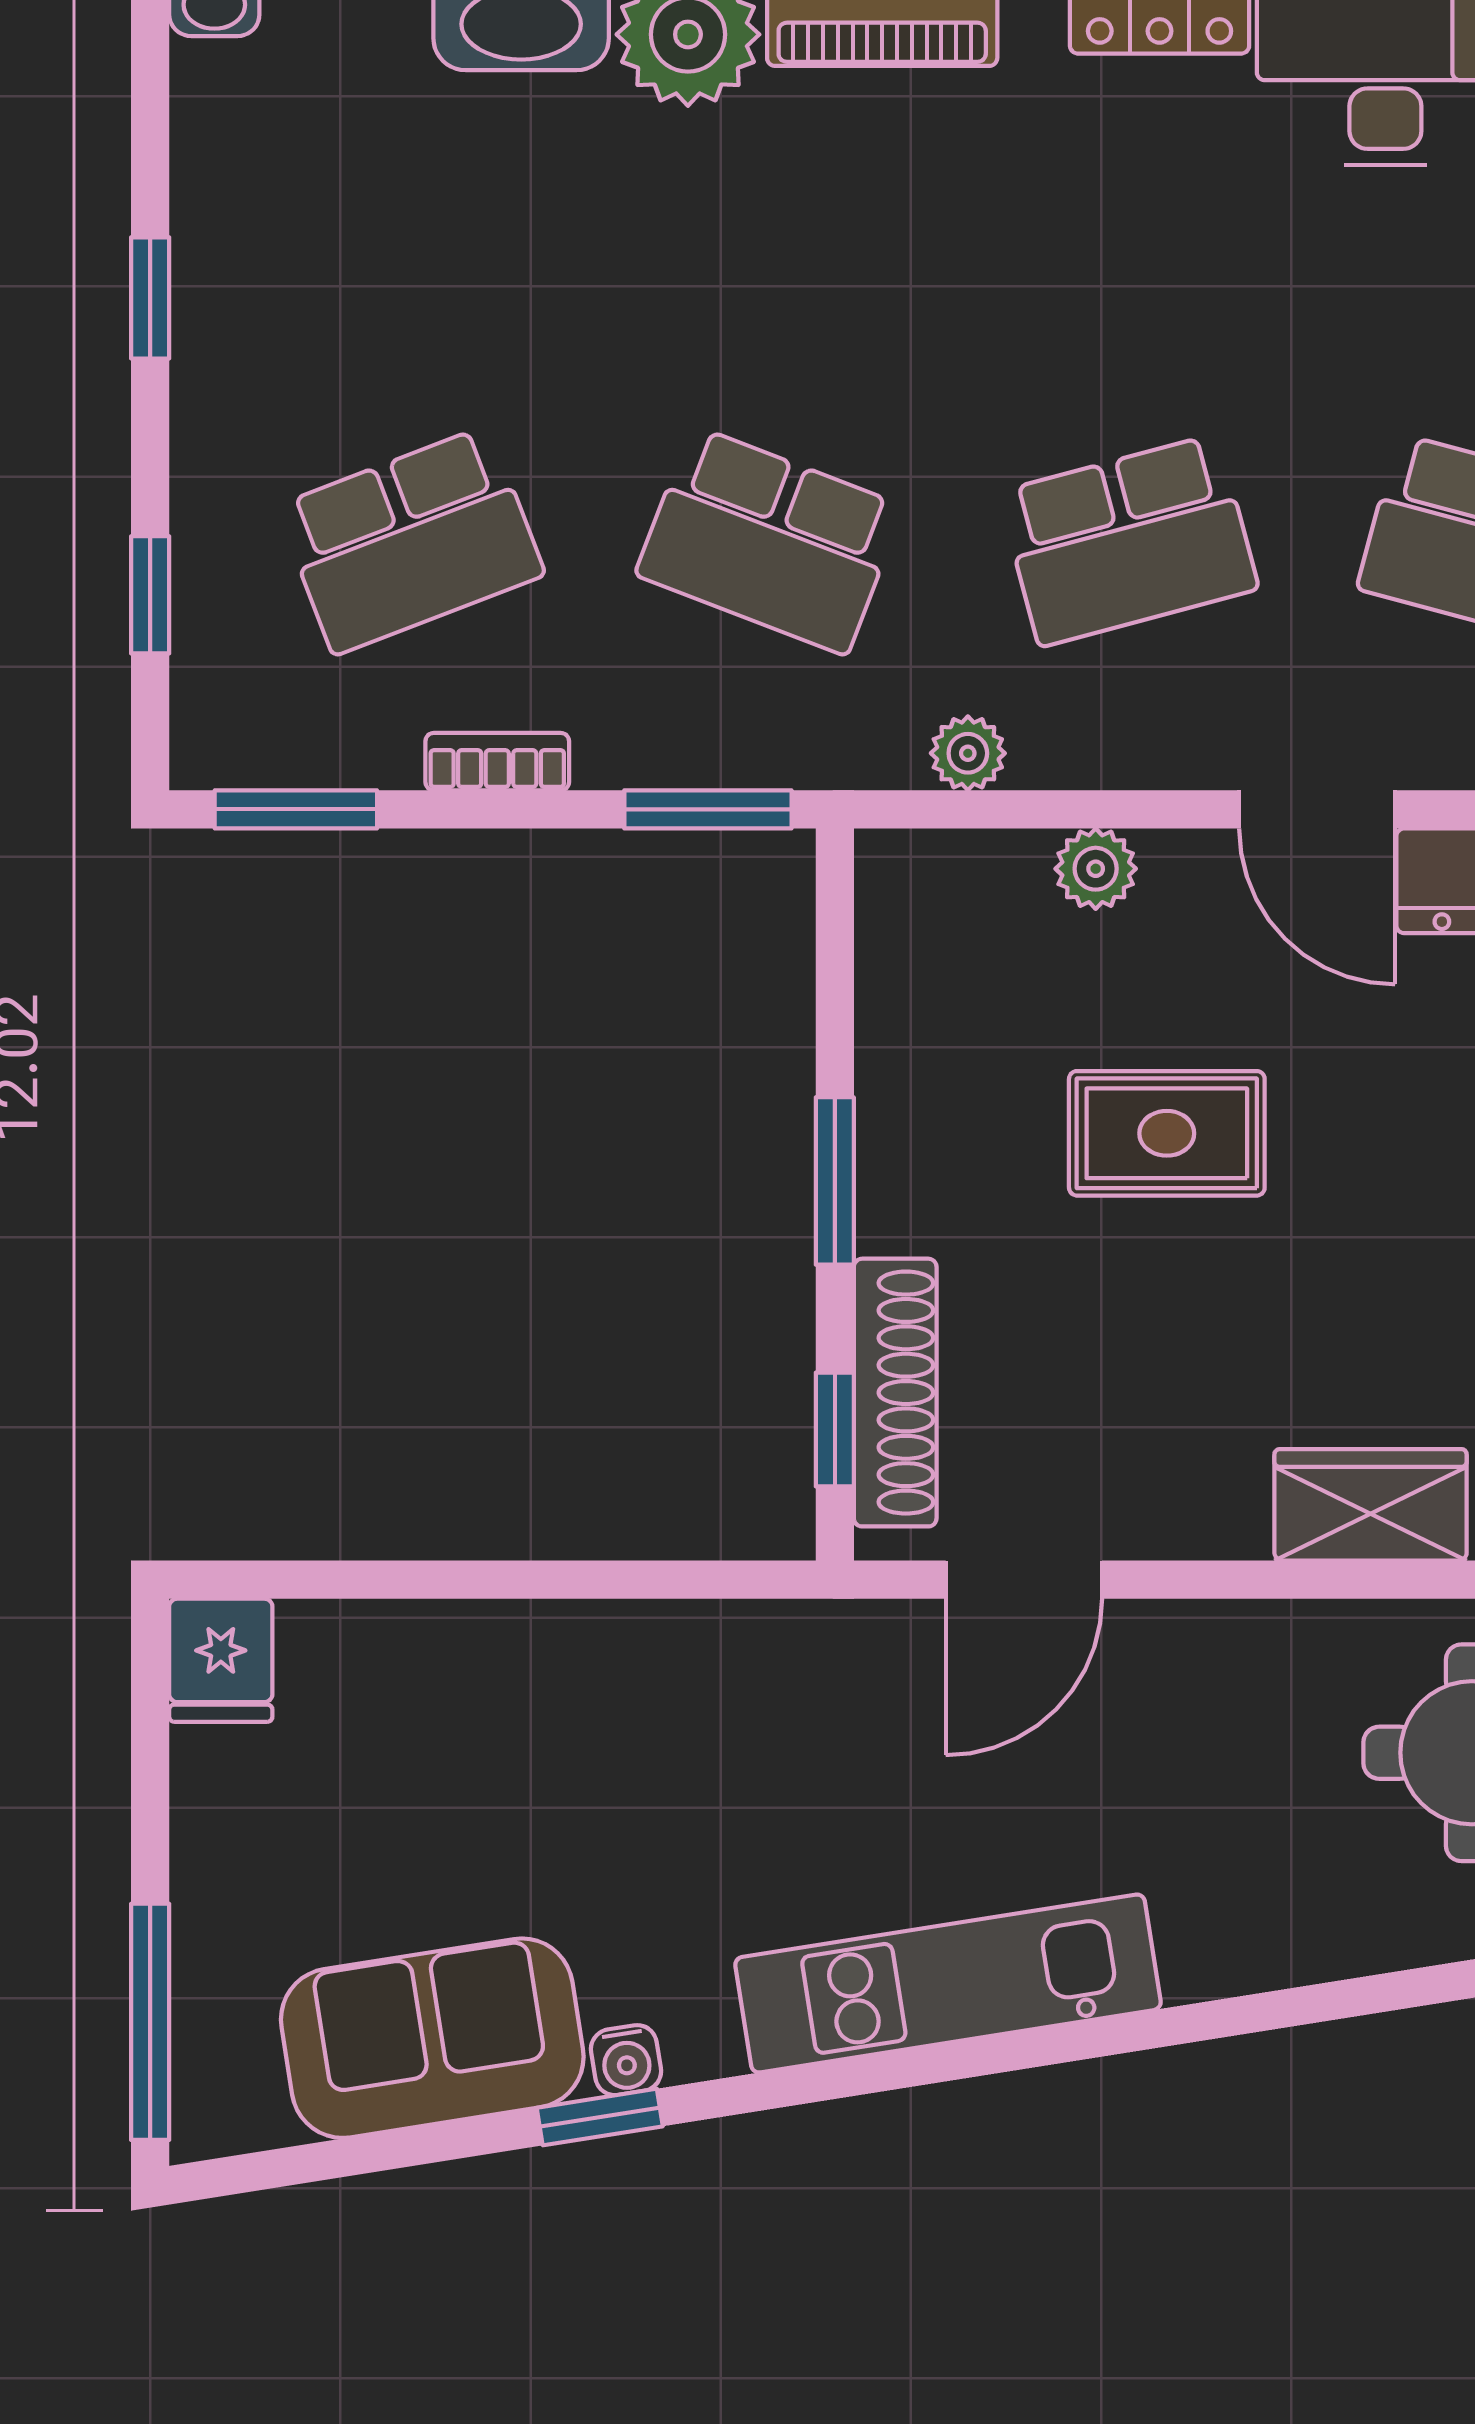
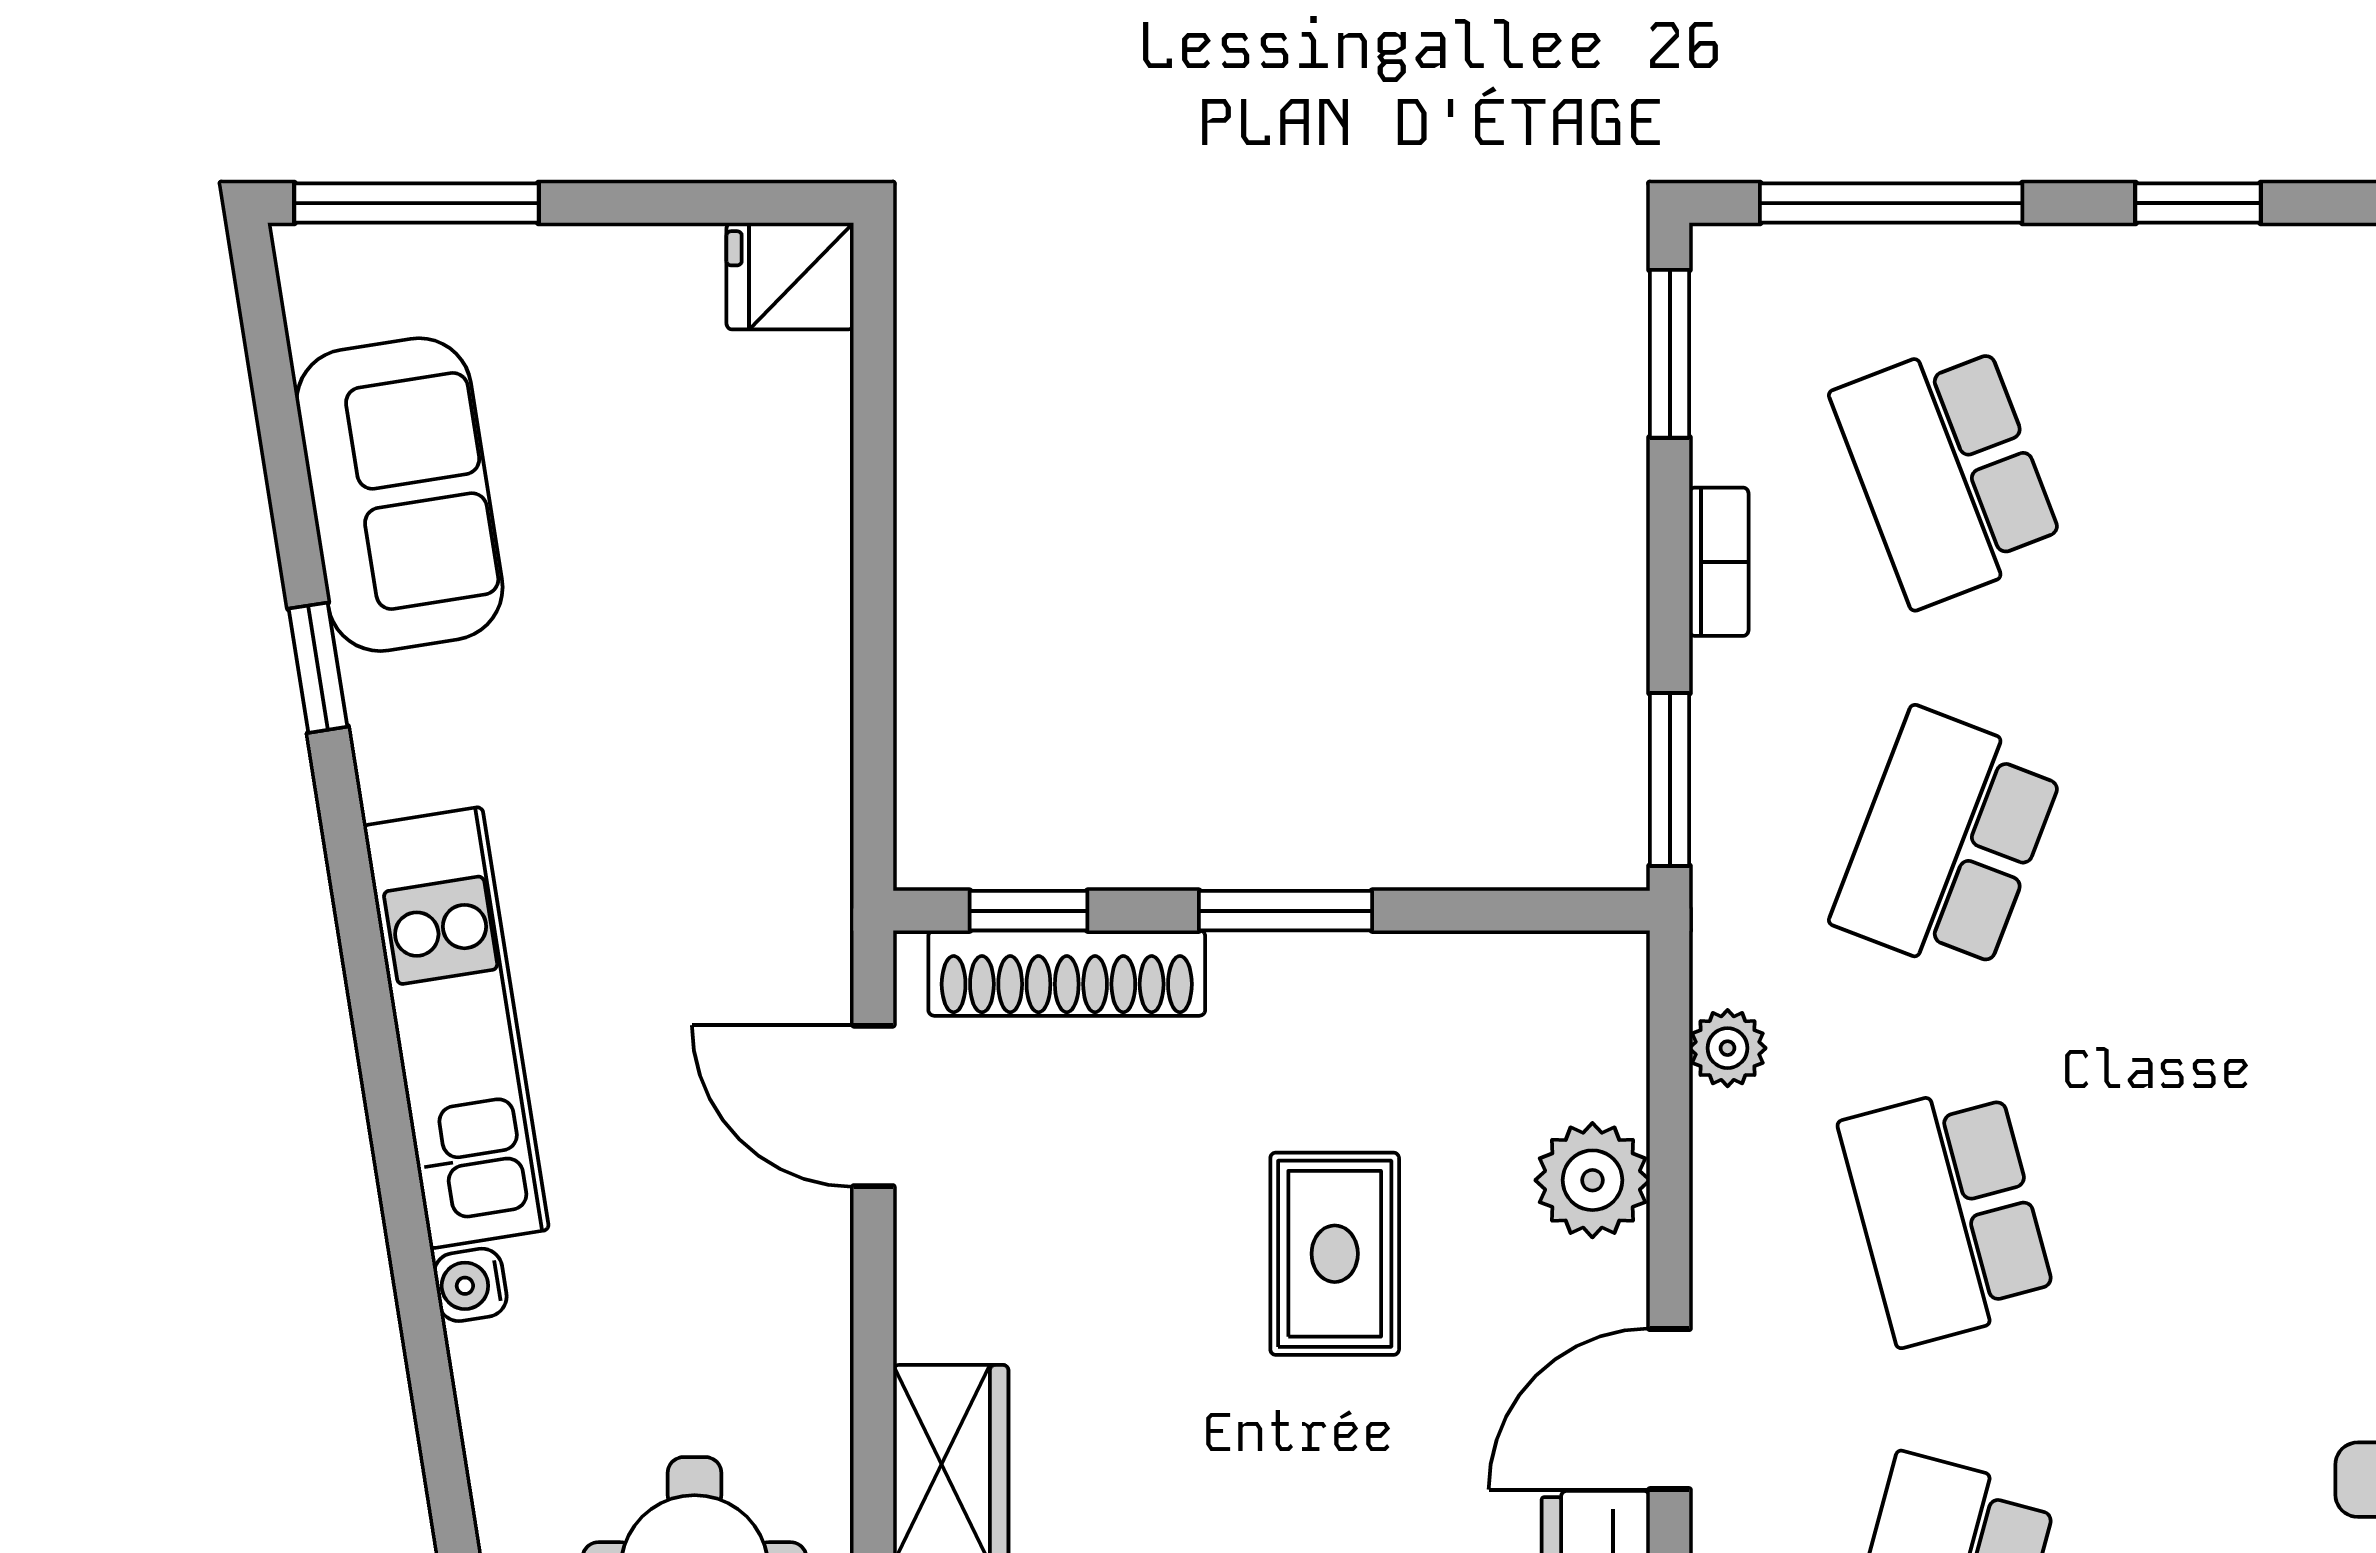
window: (150, 595) -> (1891, 203), width x2.17
plant: (1096, 869) -> (1592, 1180), width x1.38, depth x1.38
water cooler: (626, 2060) -> (470, 1285), moved

